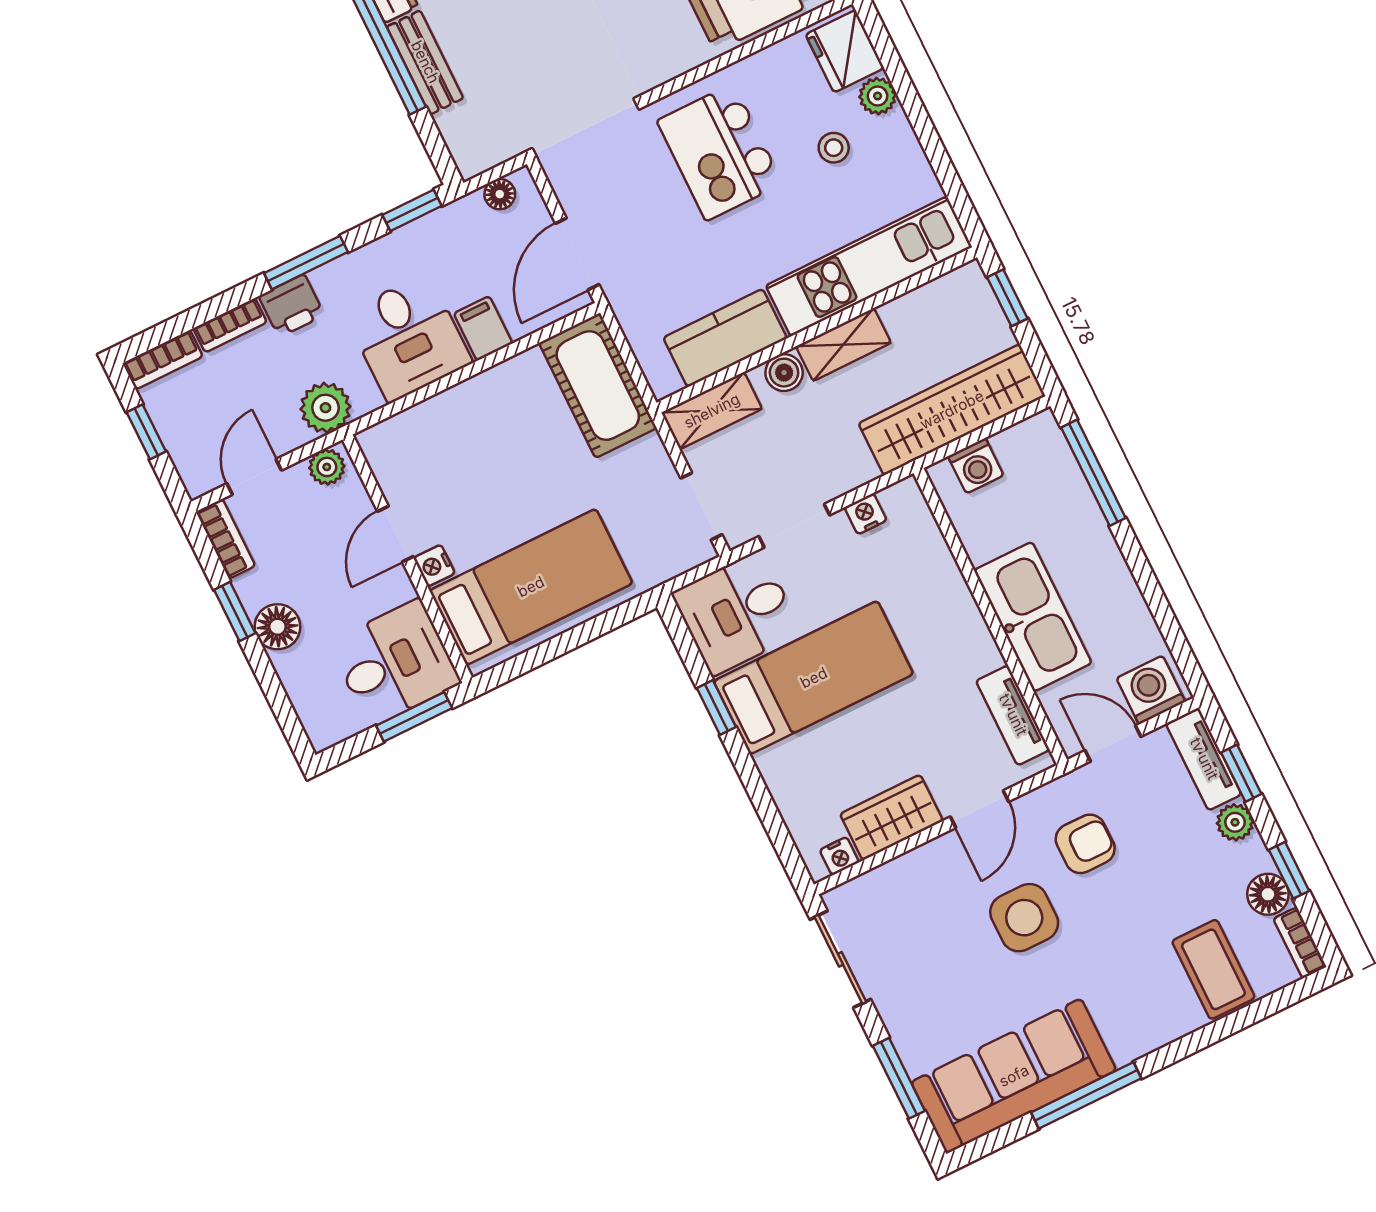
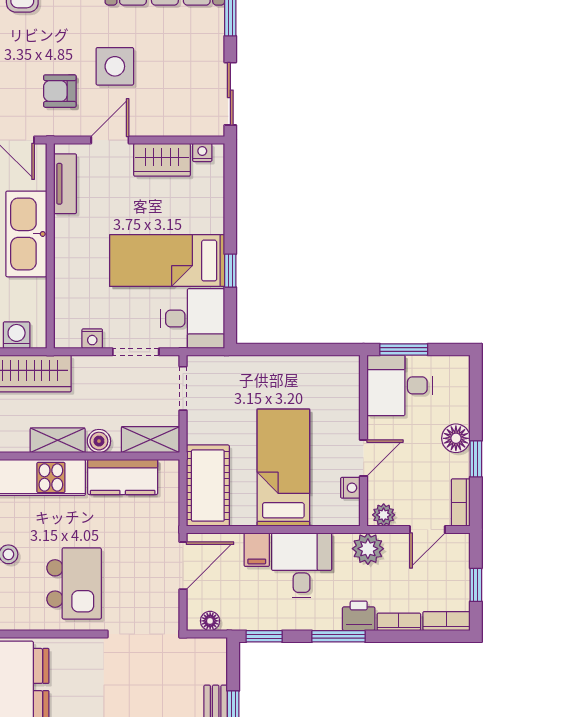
nightstand: (434, 566) -> (350, 488), moved
bed: (531, 587) -> (283, 468), moved, turned 90

